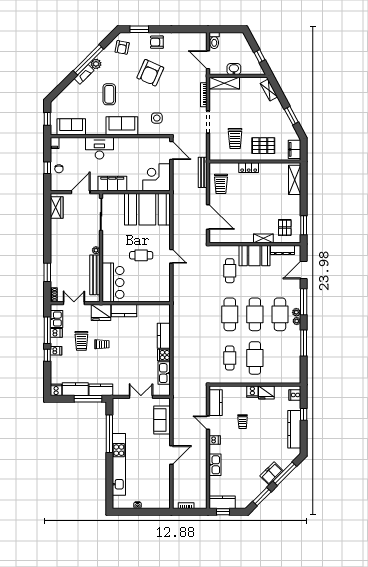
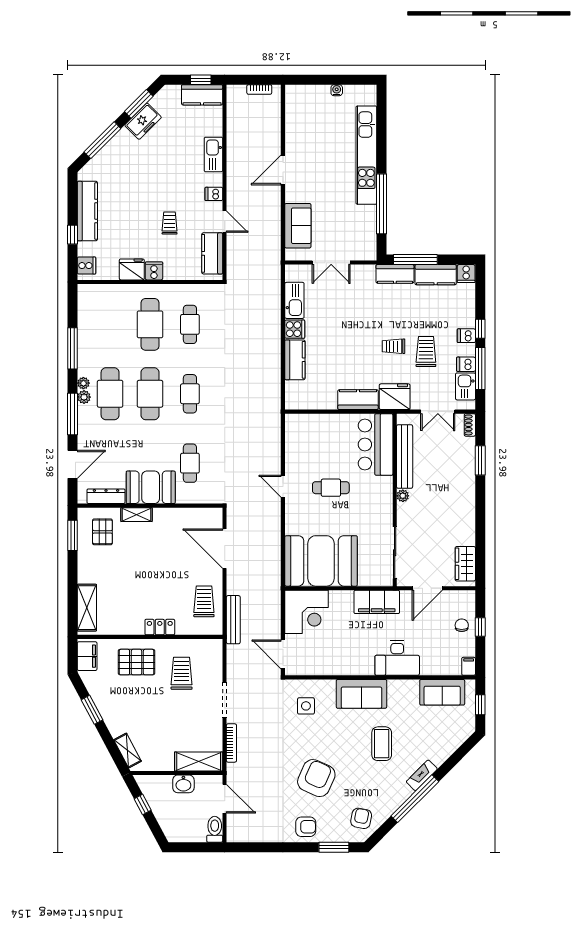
plant: (96, 64) -> (403, 792), removed
cafe table: (230, 314) -> (190, 394), width x0.73, depth x0.74
freezer: (272, 473) -> (143, 121), moved

